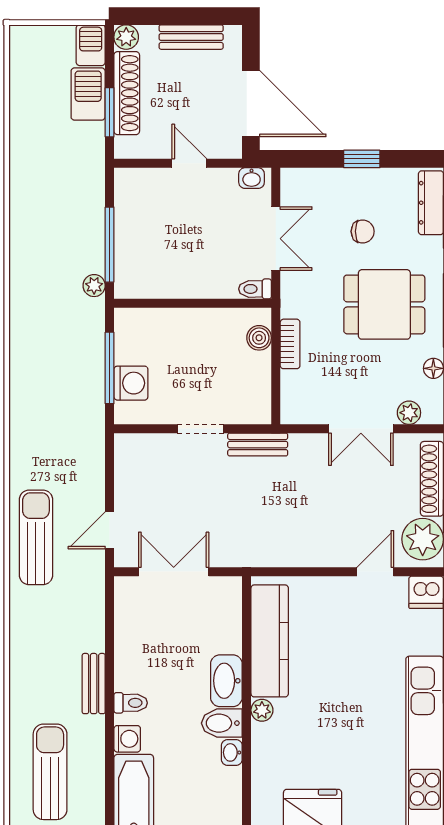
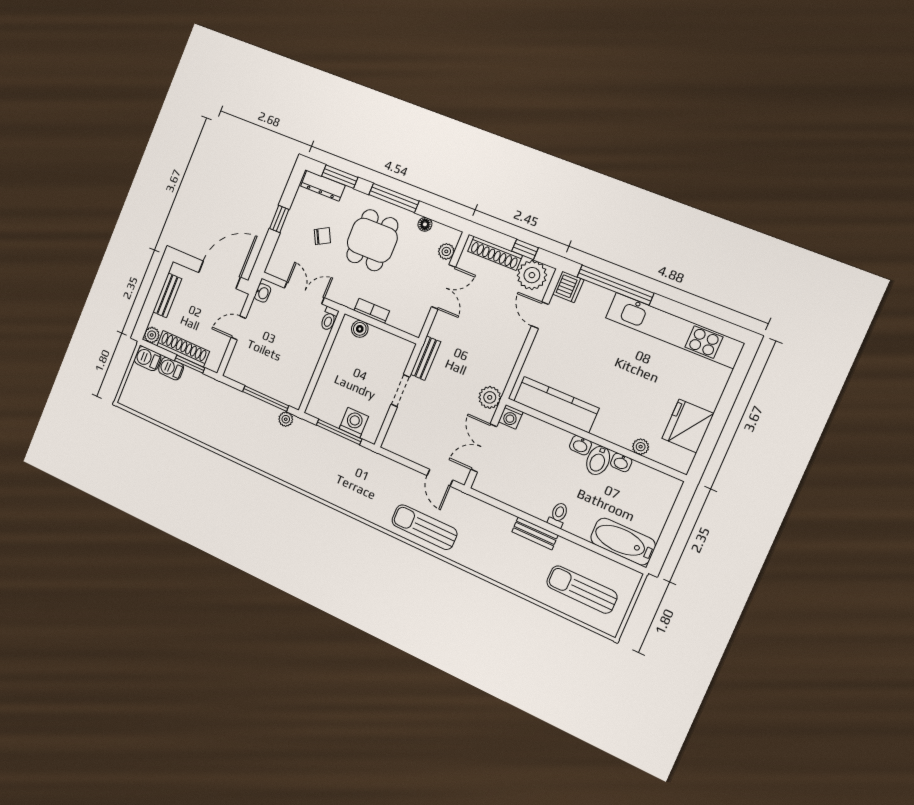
barbecue: (88, 94) -> (171, 369), width x0.73, depth x0.79
chair: (363, 231) -> (322, 236), turned 62
plant: (242, 551) -> (490, 397), added
washbasin: (226, 681) -> (580, 445), width x0.52, depth x0.69
plant: (262, 710) -> (641, 447), moved
washing machine: (127, 739) -> (511, 417), moved, turned 180

